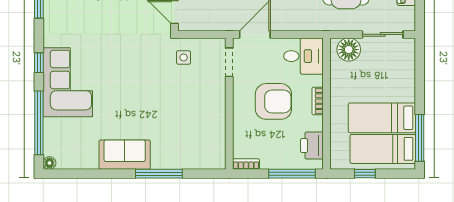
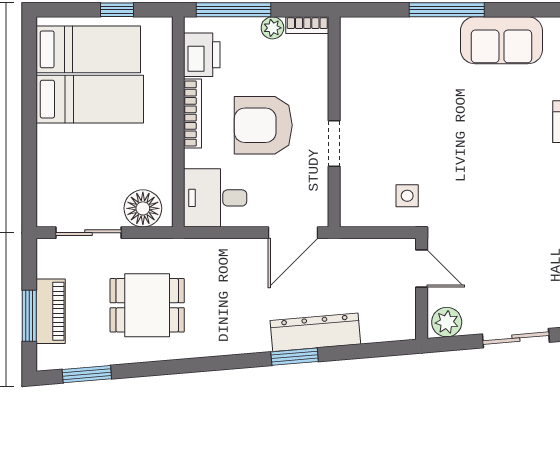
doorway: (229, 62) -> (334, 144), moved
bookcase: (318, 101) -> (193, 113), width x1.56
window: (420, 138) -> (29, 67), removed
plant: (268, 162) -> (272, 28), added

